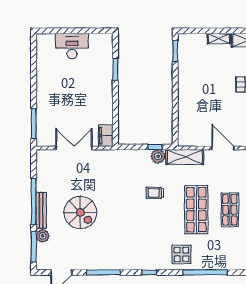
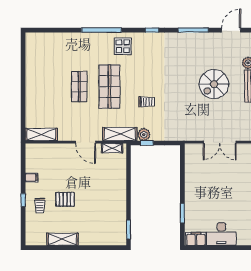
shelving: (219, 38) -> (112, 148), moved
filing cabinet: (106, 136) -> (196, 239), moved, turned -90
spiral stairs: (80, 212) -> (214, 84), turned -90

